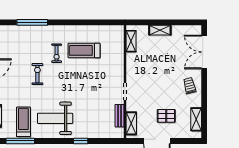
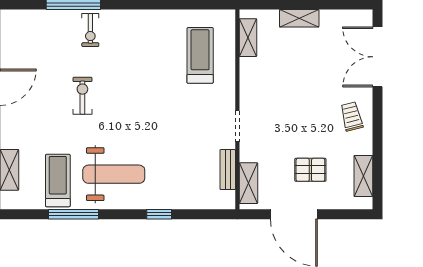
treadmill: (84, 50) -> (200, 55), moved, turned 90
exercise bike: (57, 53) -> (90, 30), moved
weight bench: (55, 118) -> (114, 174), turned 180
window: (20, 141) -> (74, 214), moved

